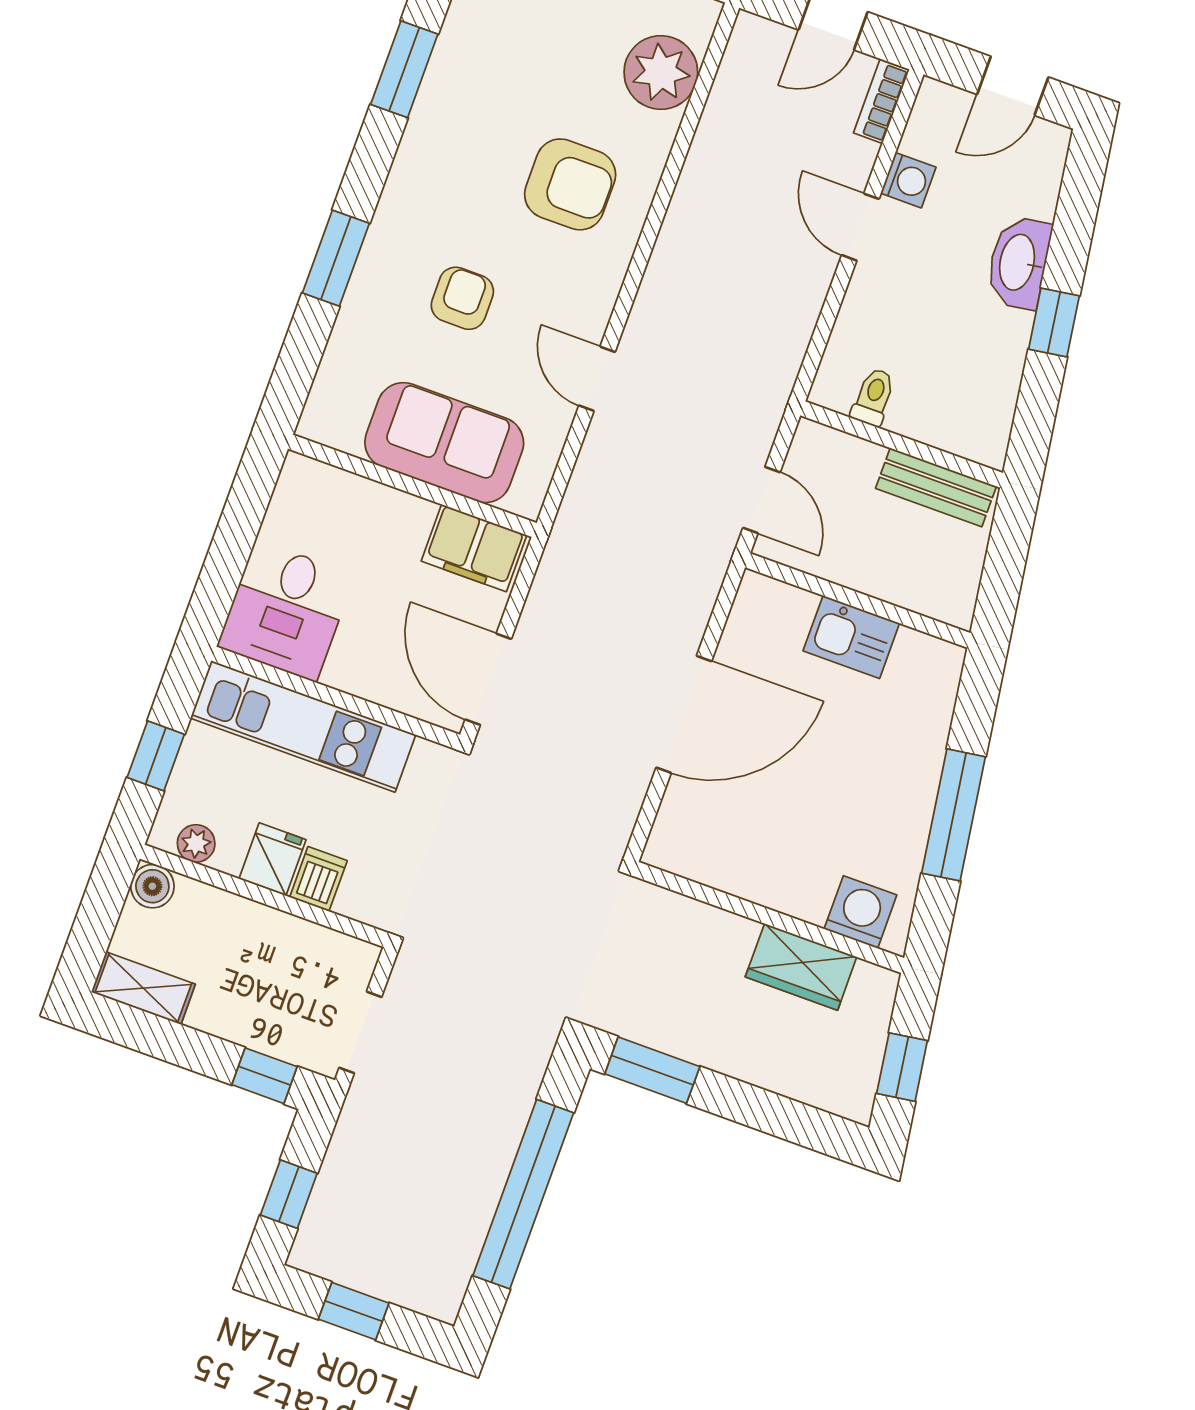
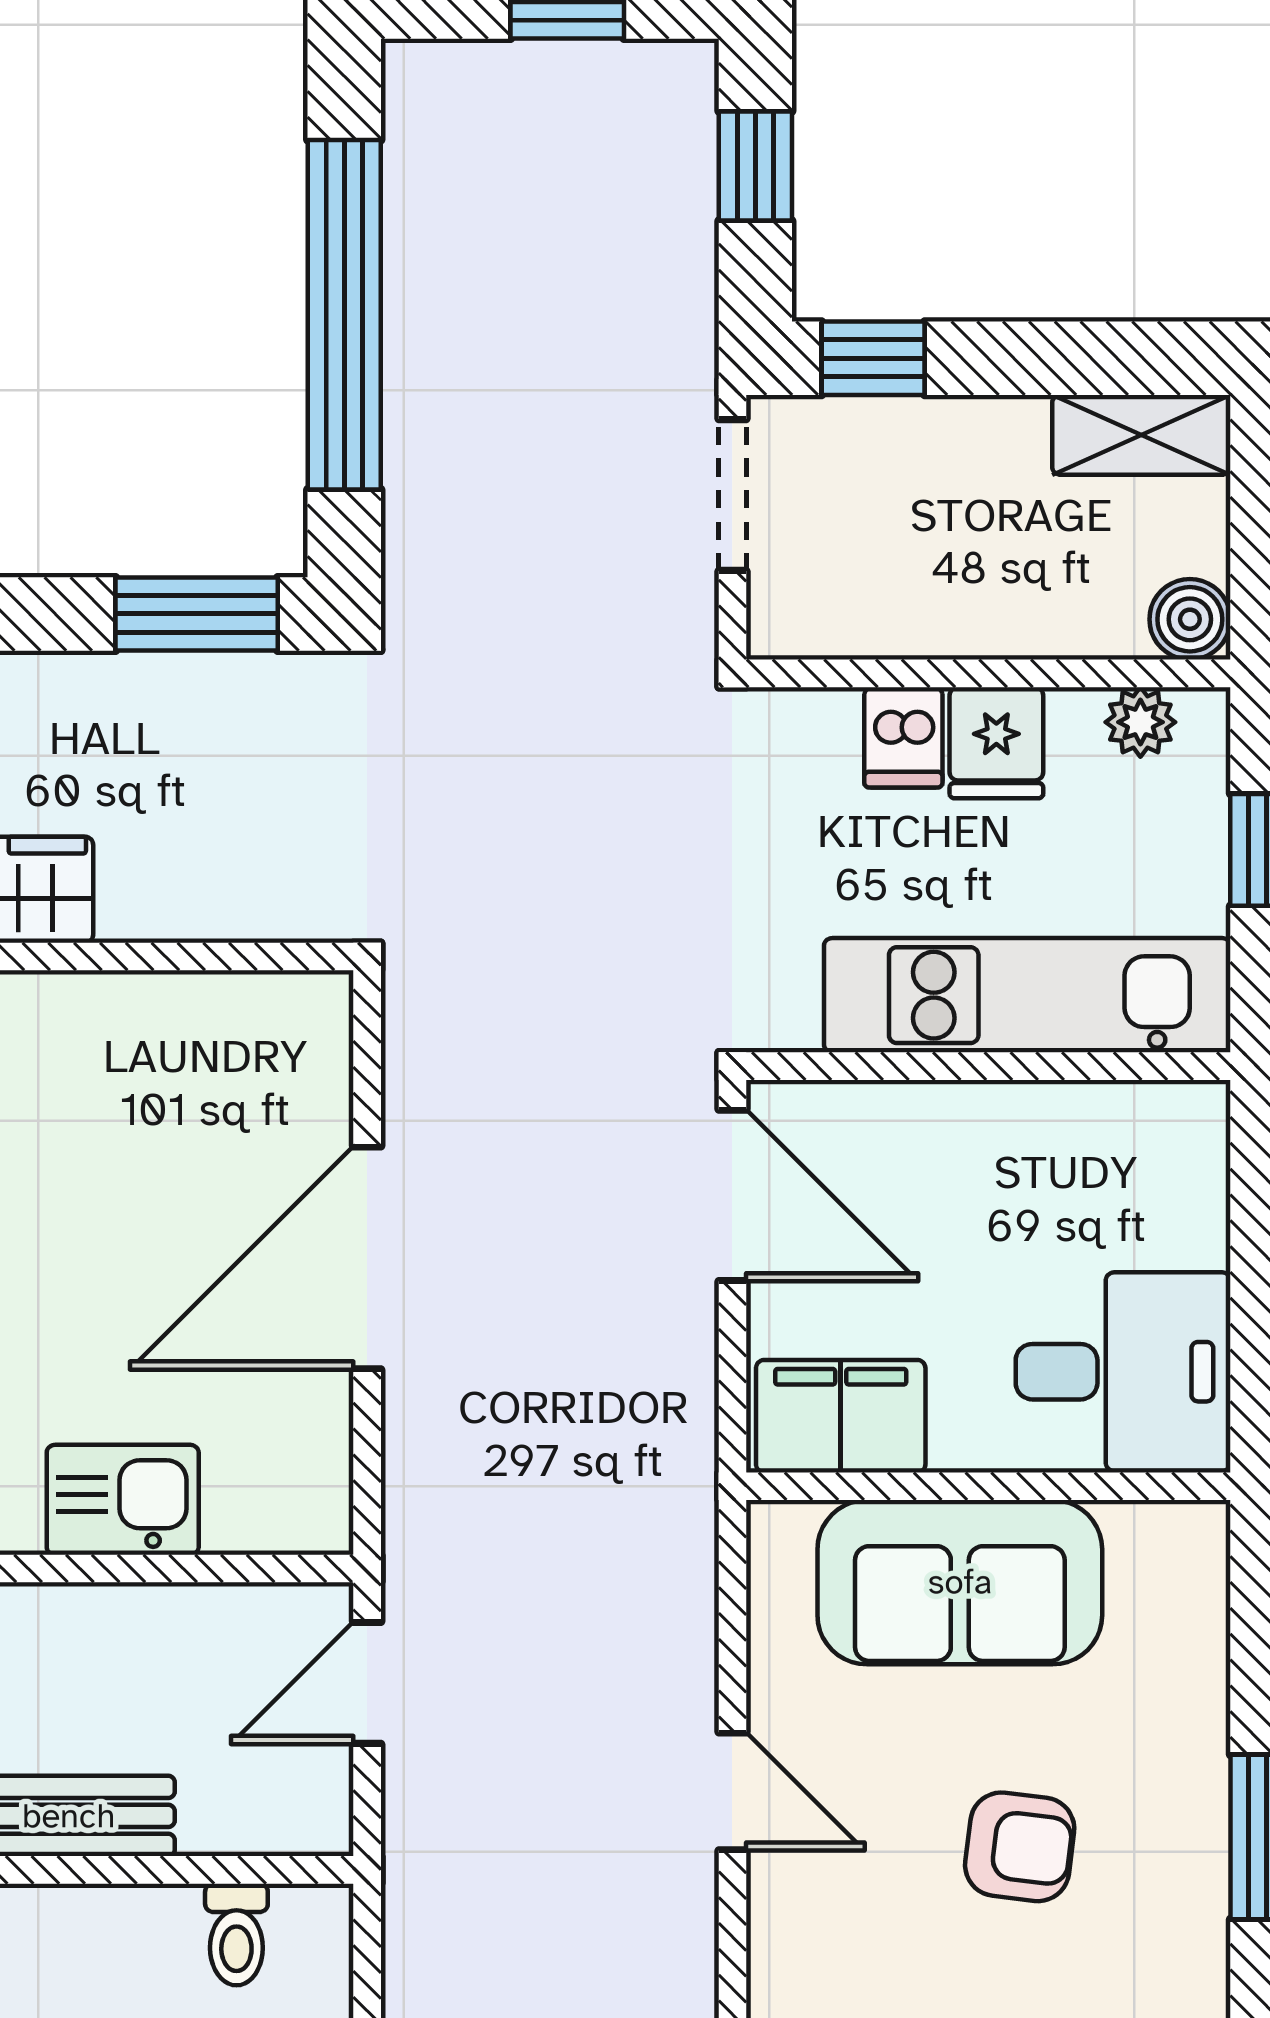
armchair: (462, 298) -> (1020, 1847), turned -83
door: (761, 500) -> (367, 1683), hinge flipped
desk: (286, 611) -> (1123, 1372), moved, turned 90

